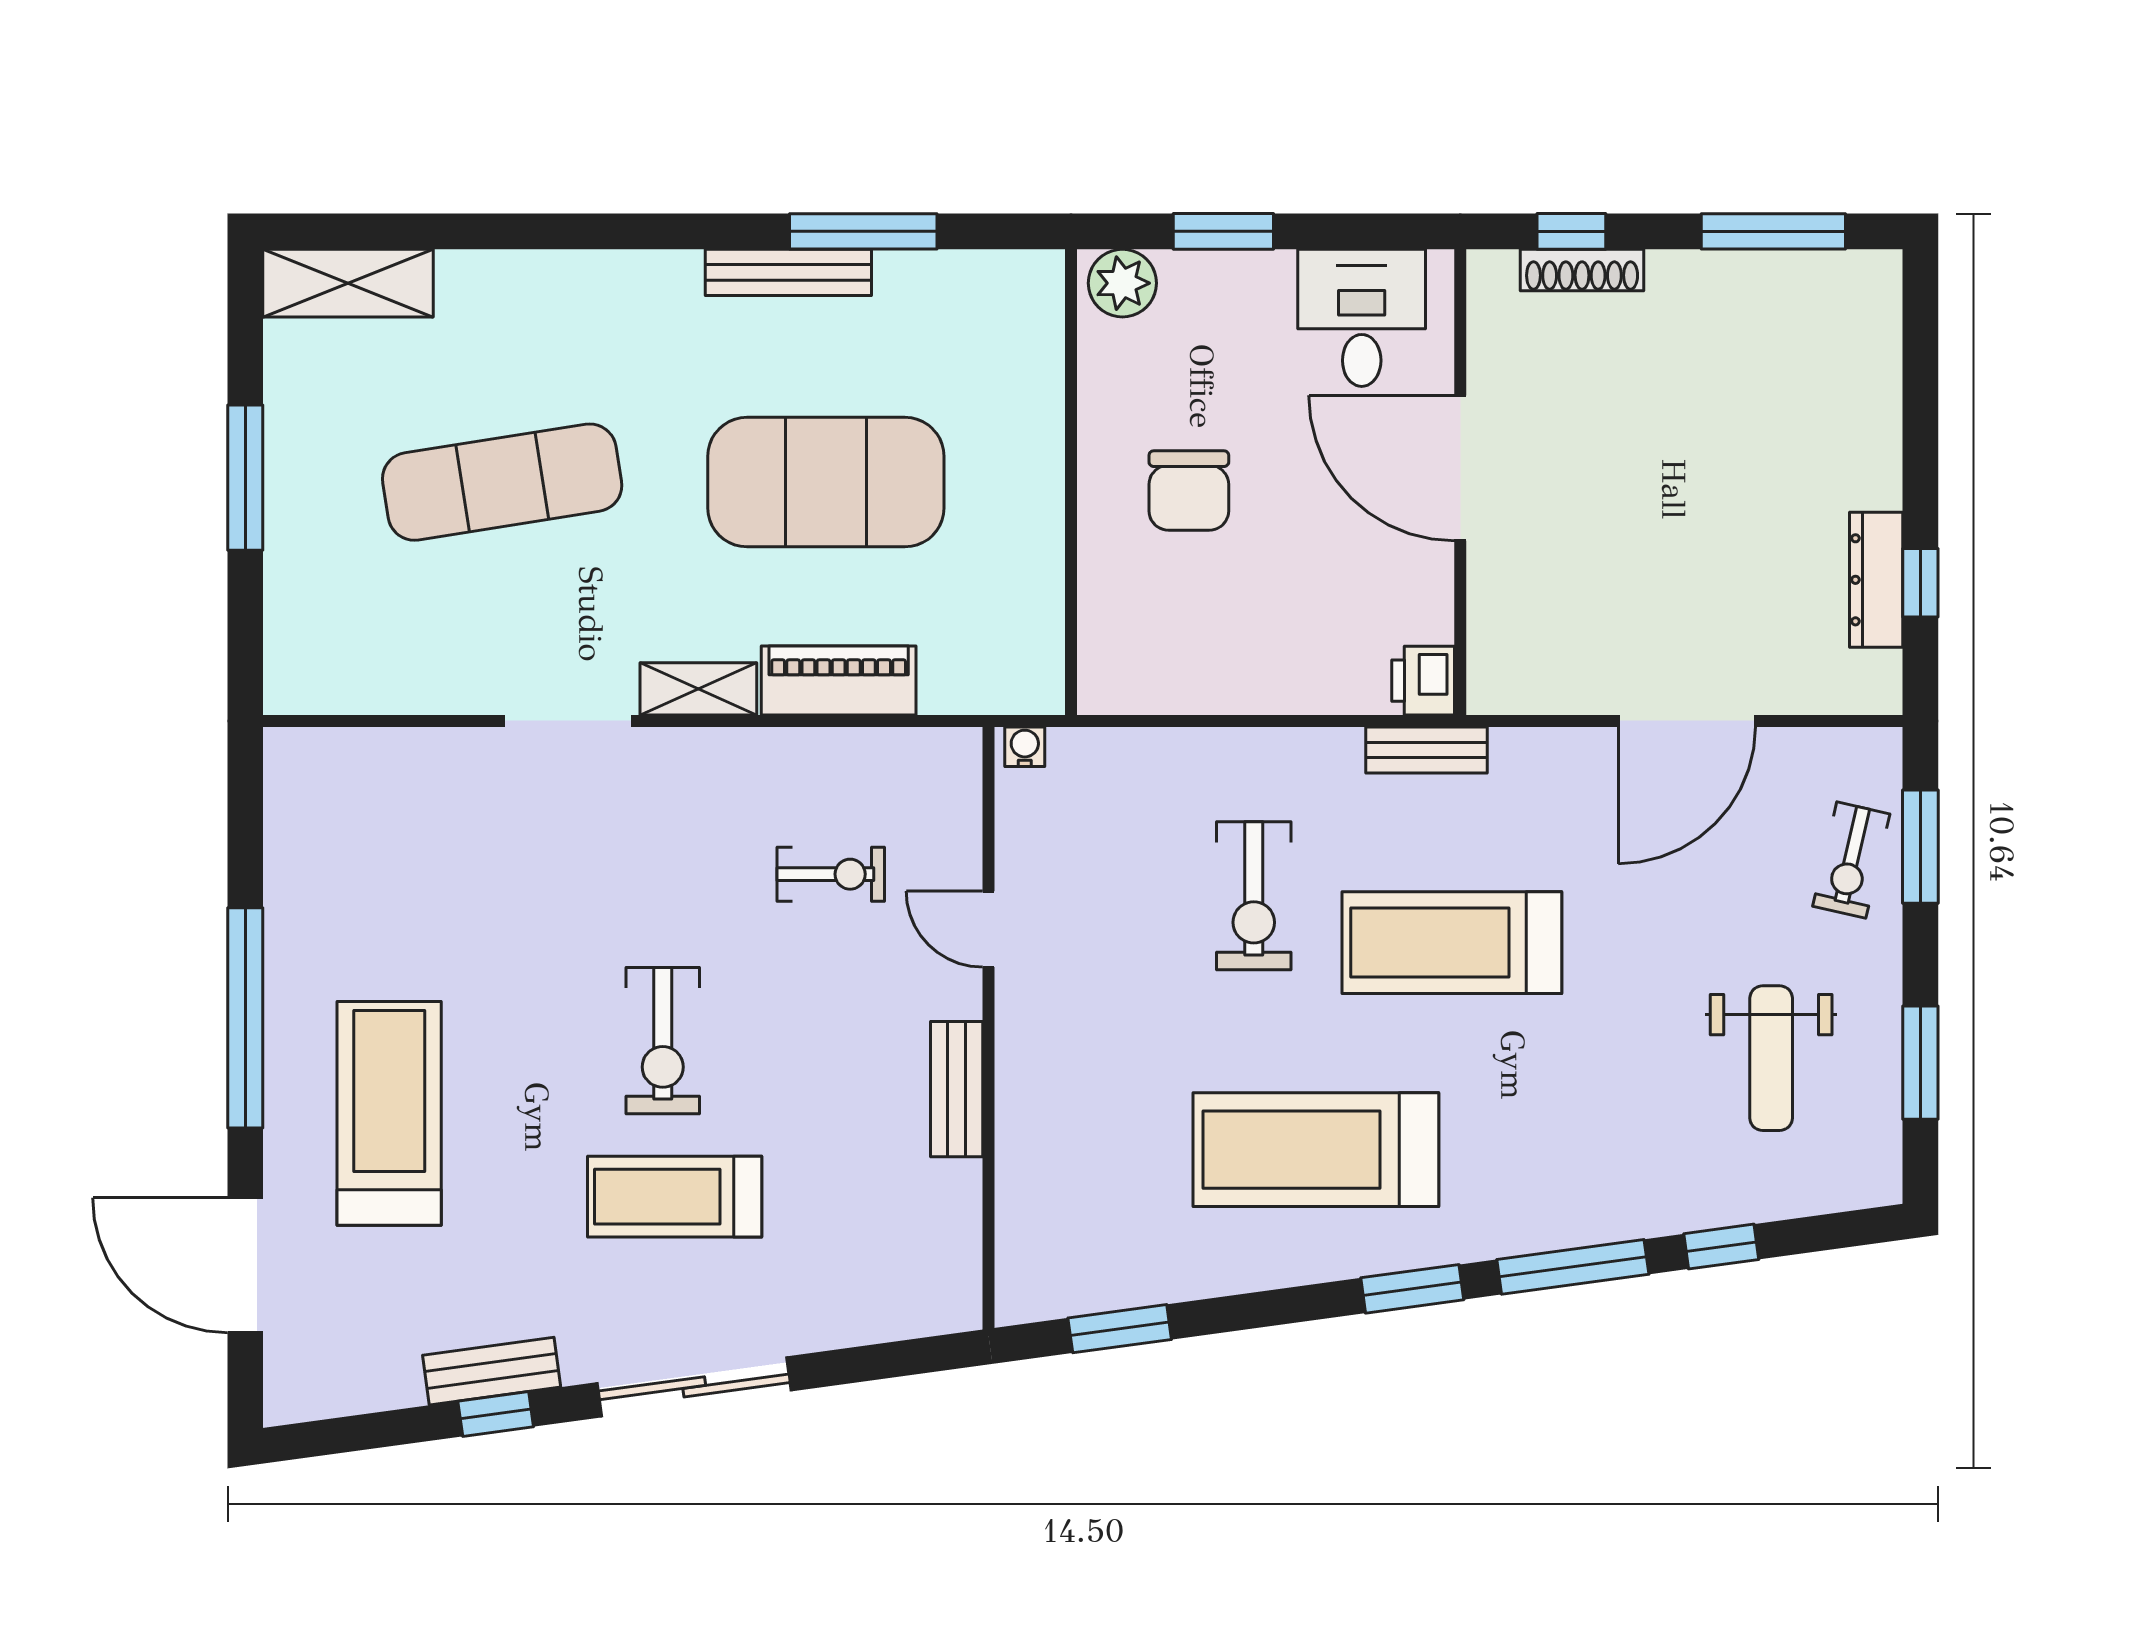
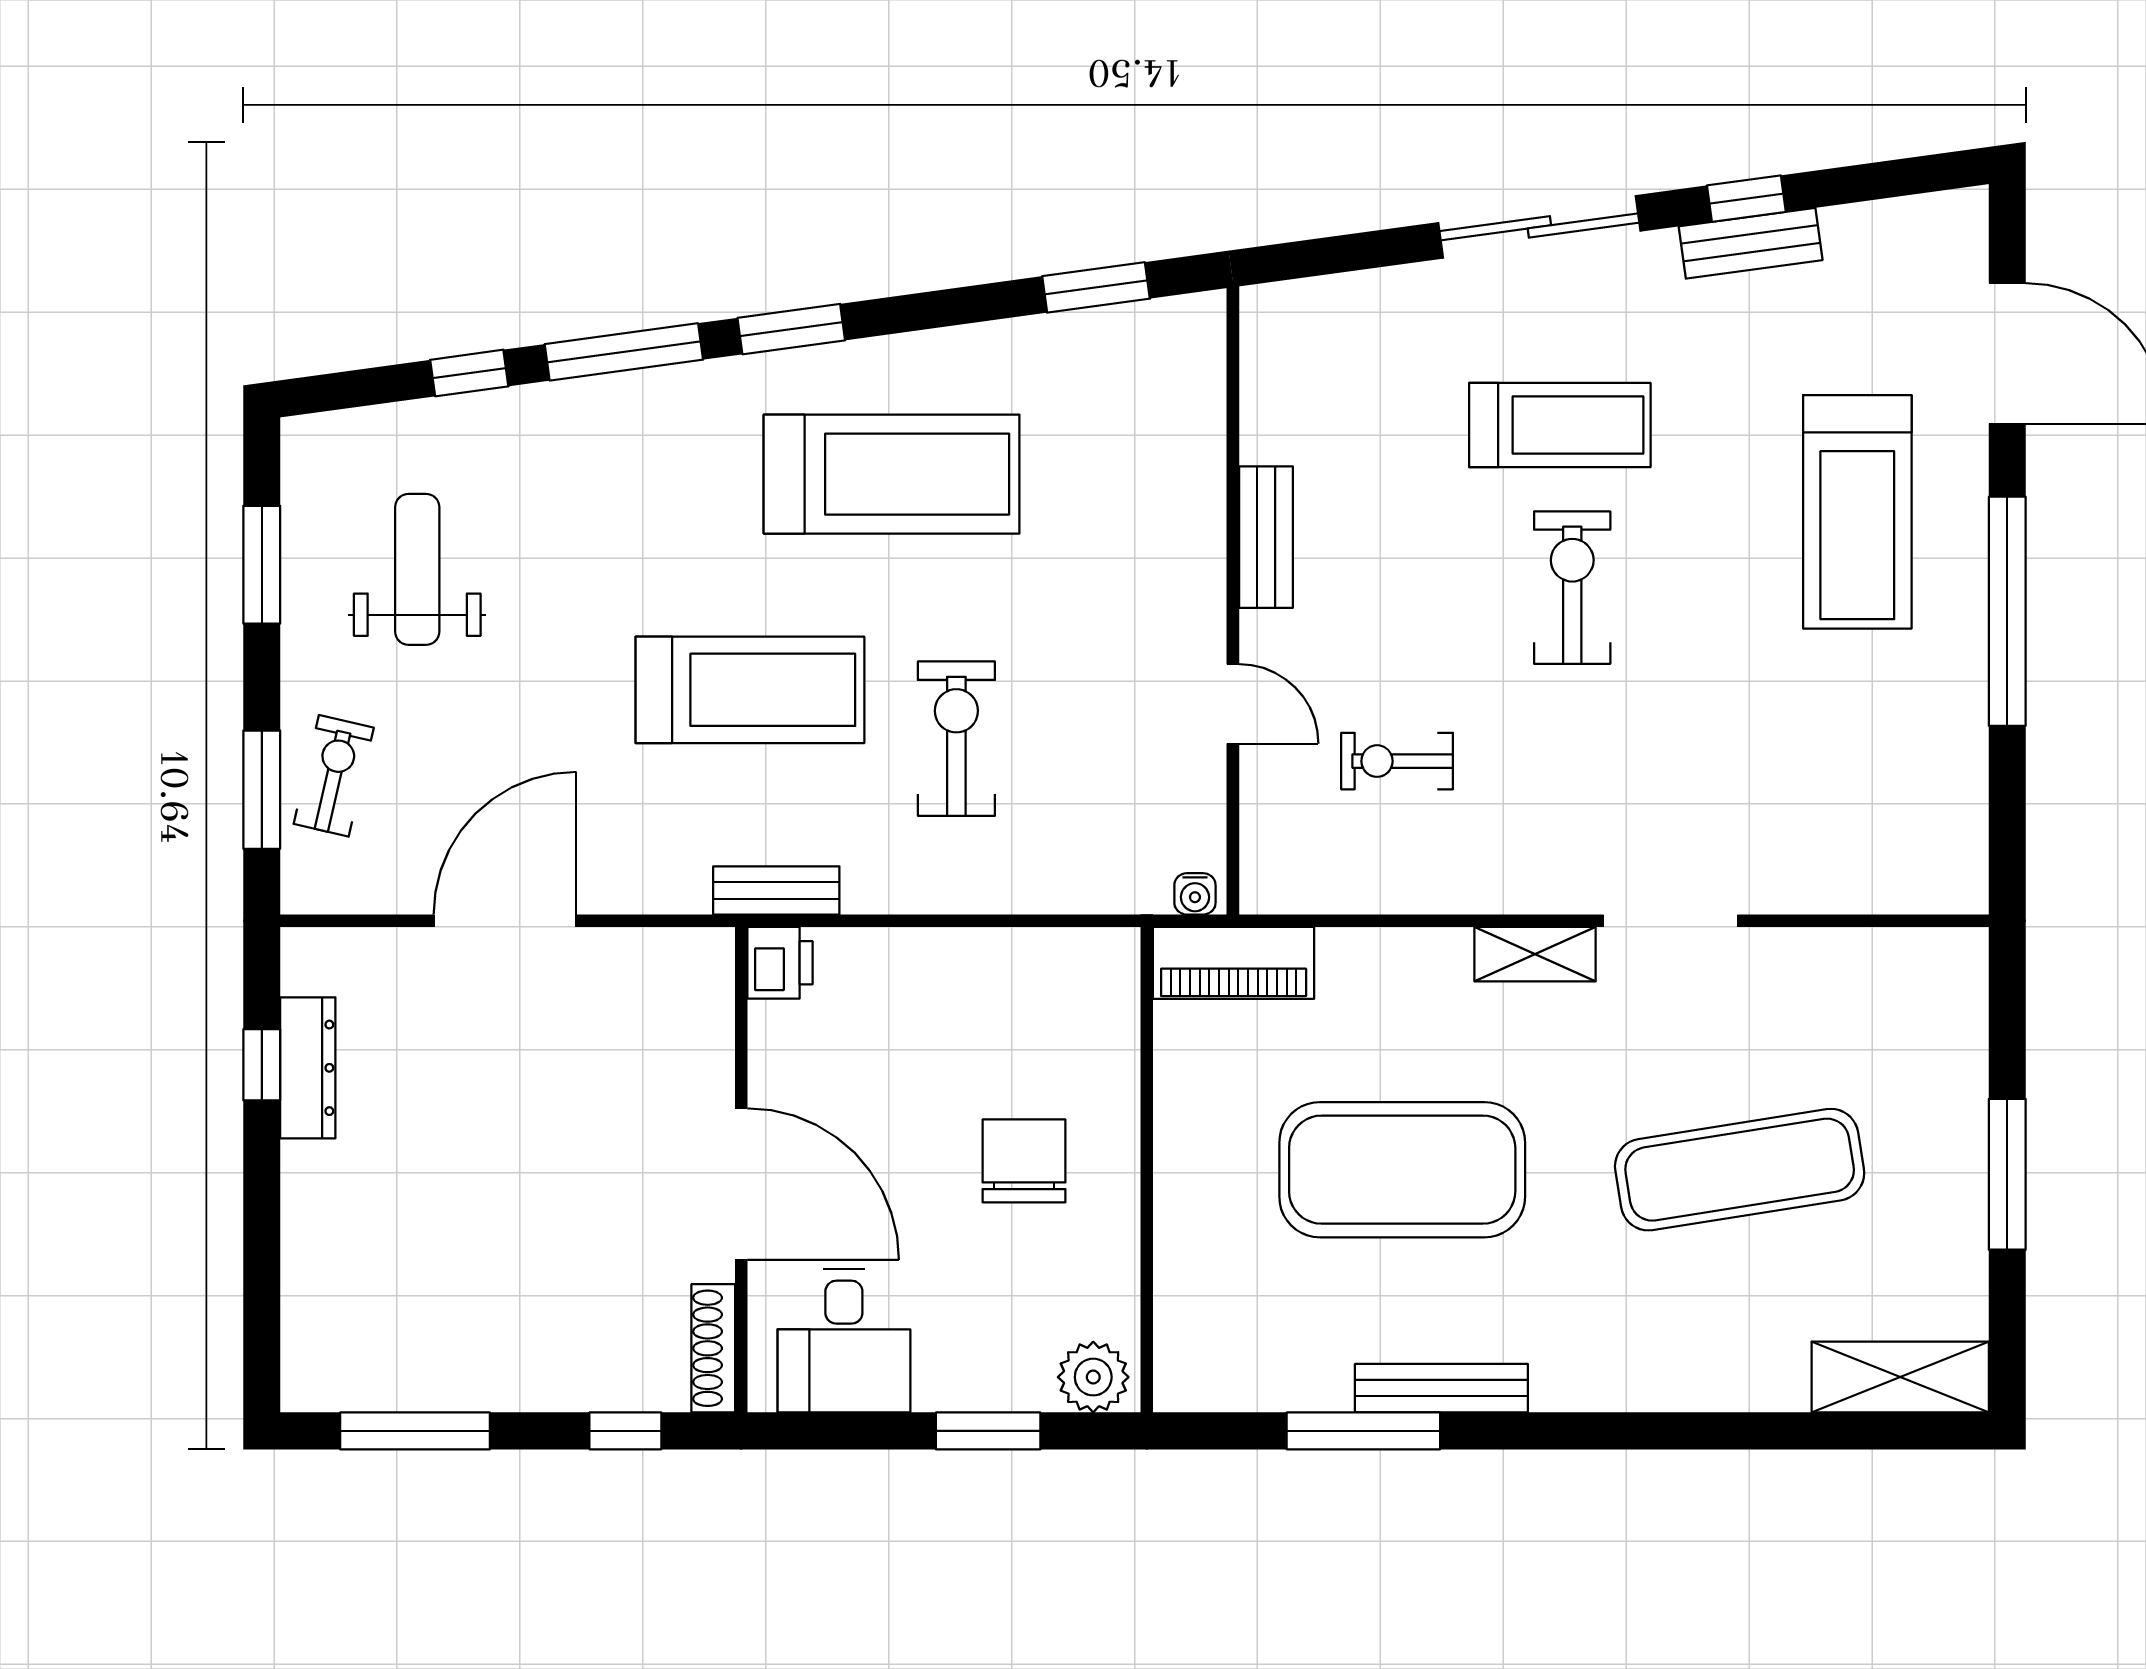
shoe rack: (1582, 270) -> (713, 1348), moved, turned -90
piano: (839, 680) -> (1234, 963), moved

